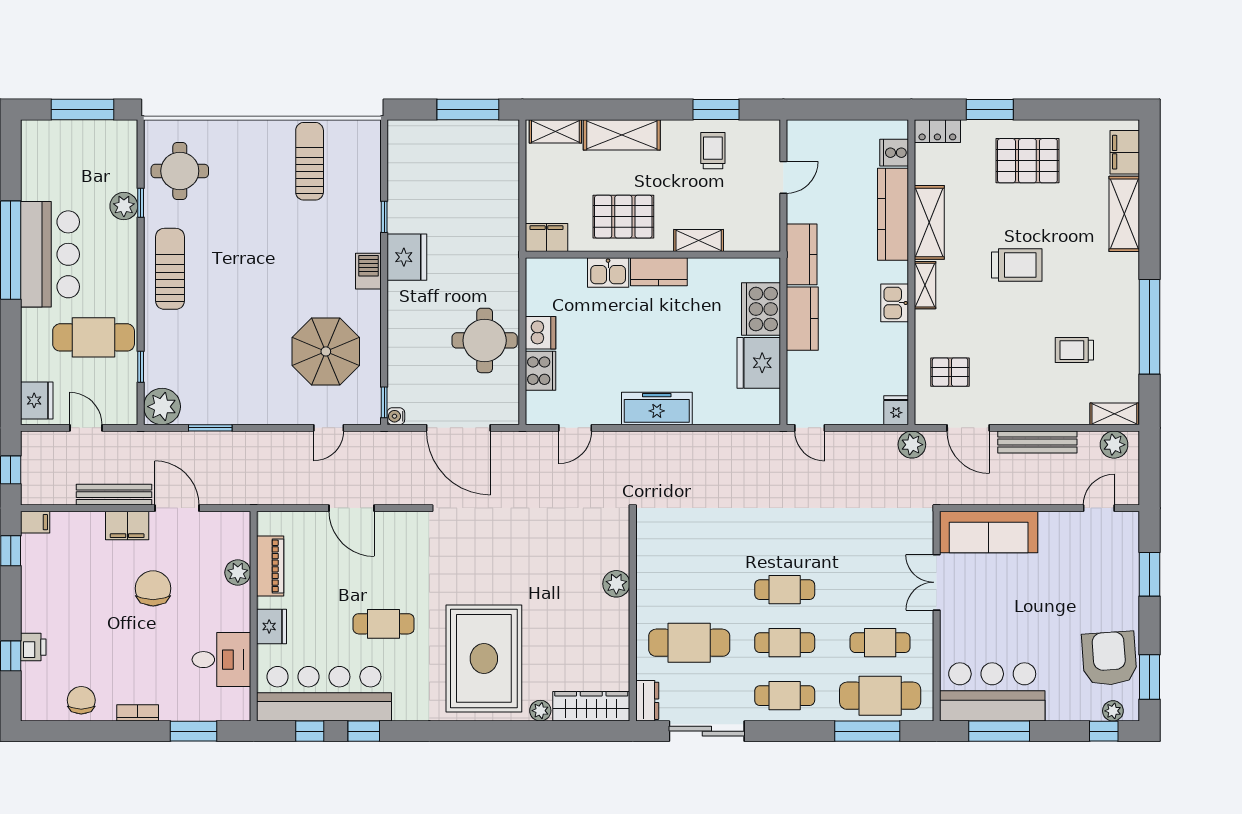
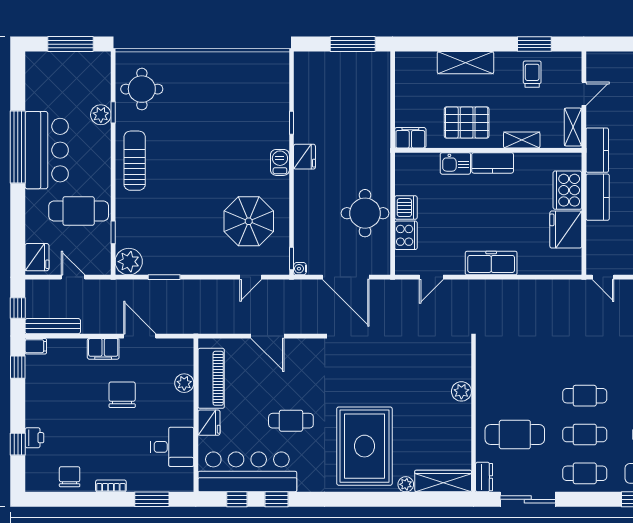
shelving: (555, 131) -> (573, 127), moved, turned 90
sun lounger: (310, 161) -> (237, 82), removed
fridge: (407, 257) -> (304, 157), width x0.73, depth x0.75
bench: (114, 495) -> (53, 326), moved
piano: (270, 566) -> (211, 378), width x1.37, depth x1.33

